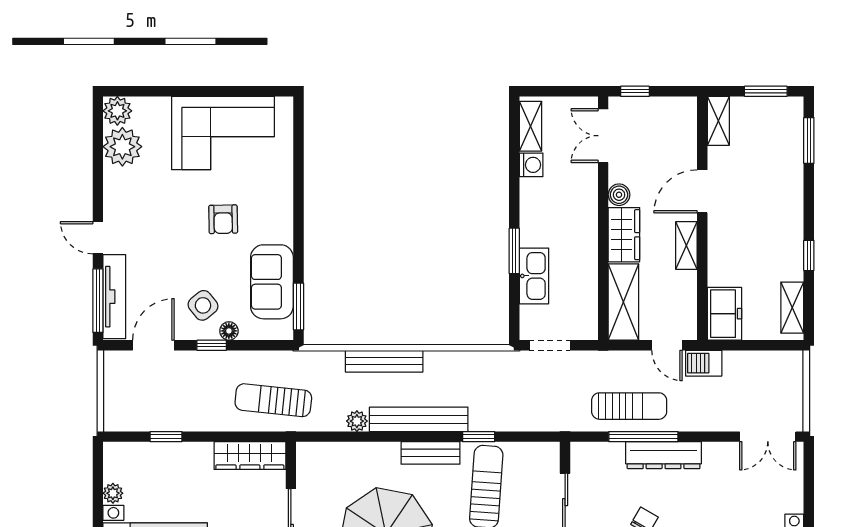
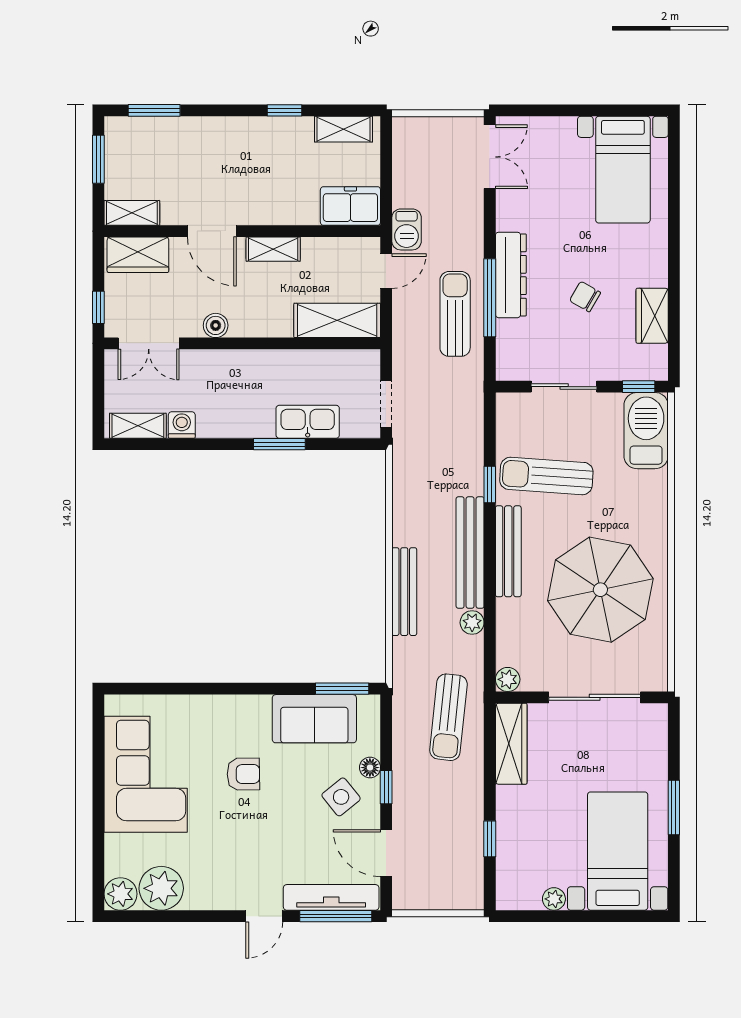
wardrobe: (624, 235) -> (138, 255), moved, turned 180
plant: (307, 452) -> (508, 679), added
bench: (430, 453) -> (508, 551), width x1.36

